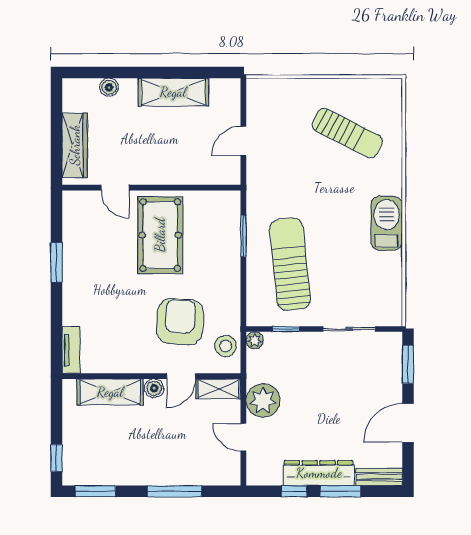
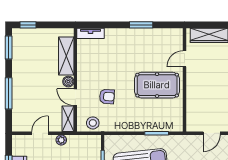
door: (243, 141) -> (212, 133), swing flipped
armchair: (180, 322) -> (107, 97), width x0.53, depth x0.53
plant: (255, 340) -> (96, 140), removed
plant: (263, 400) -> (61, 140), width x0.53, depth x0.53

